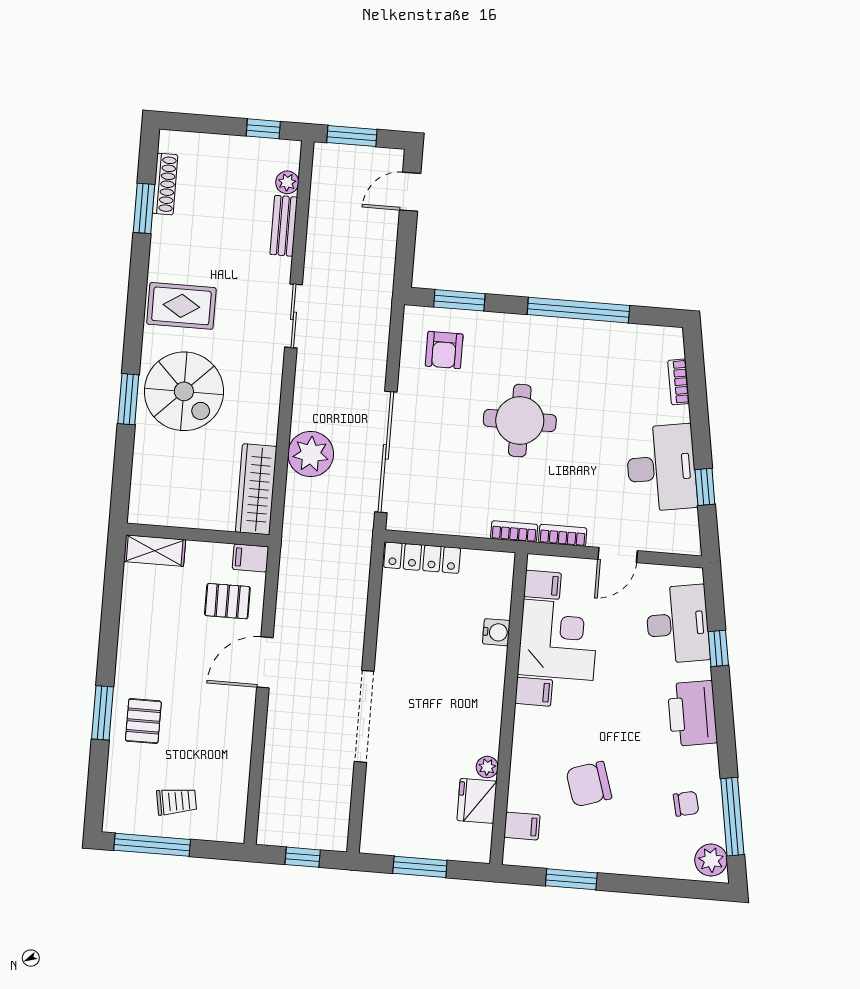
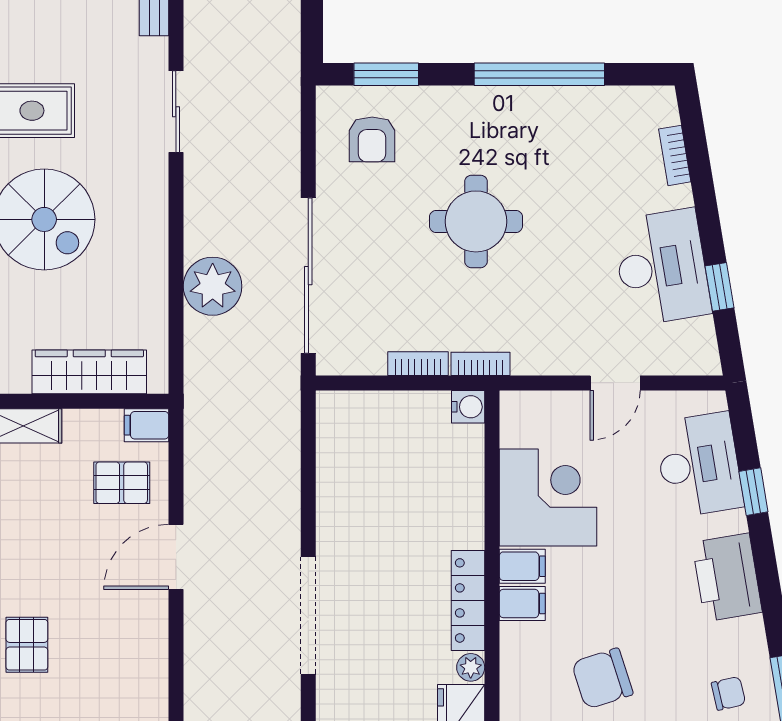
wardrobe: (256, 489) -> (89, 372), moved, turned 90
bookcase: (563, 535) -> (418, 364), moved
locker: (422, 558) -> (468, 600), moved, turned 90
filing cabinet: (542, 585) -> (522, 603), moved
water cooler: (496, 632) -> (468, 407), moved

